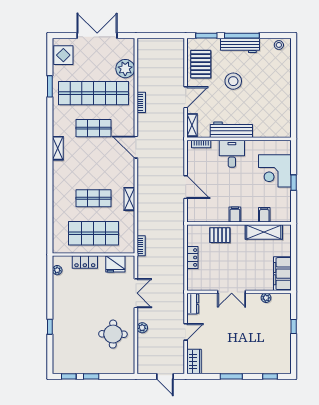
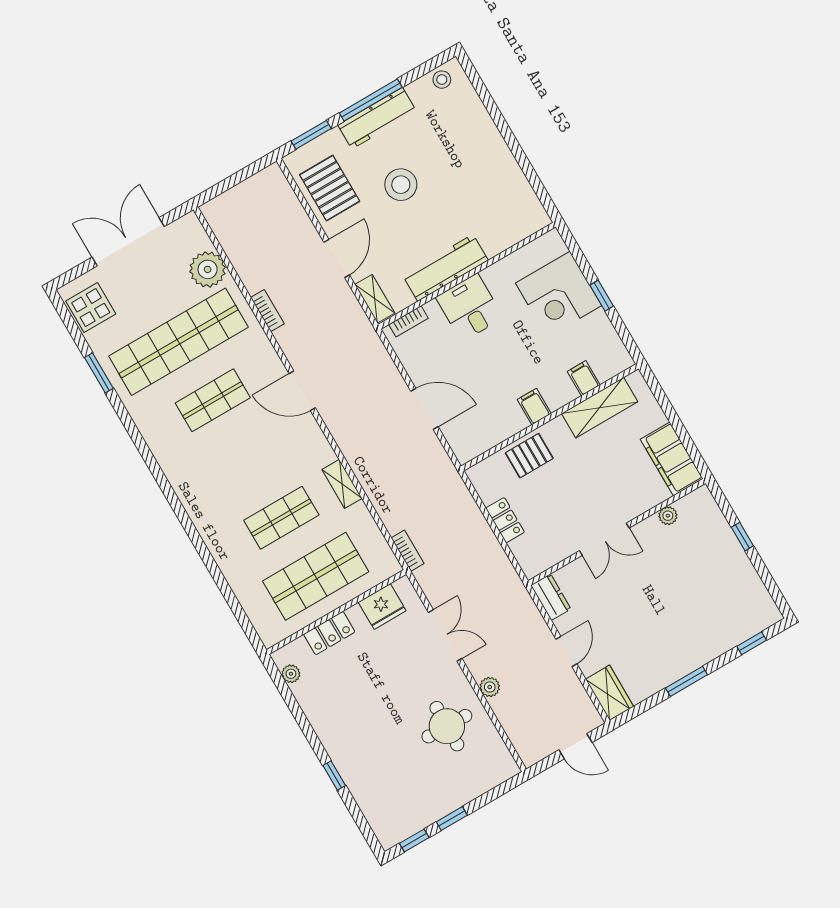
shelving: (58, 148) -> (173, 469), removed

